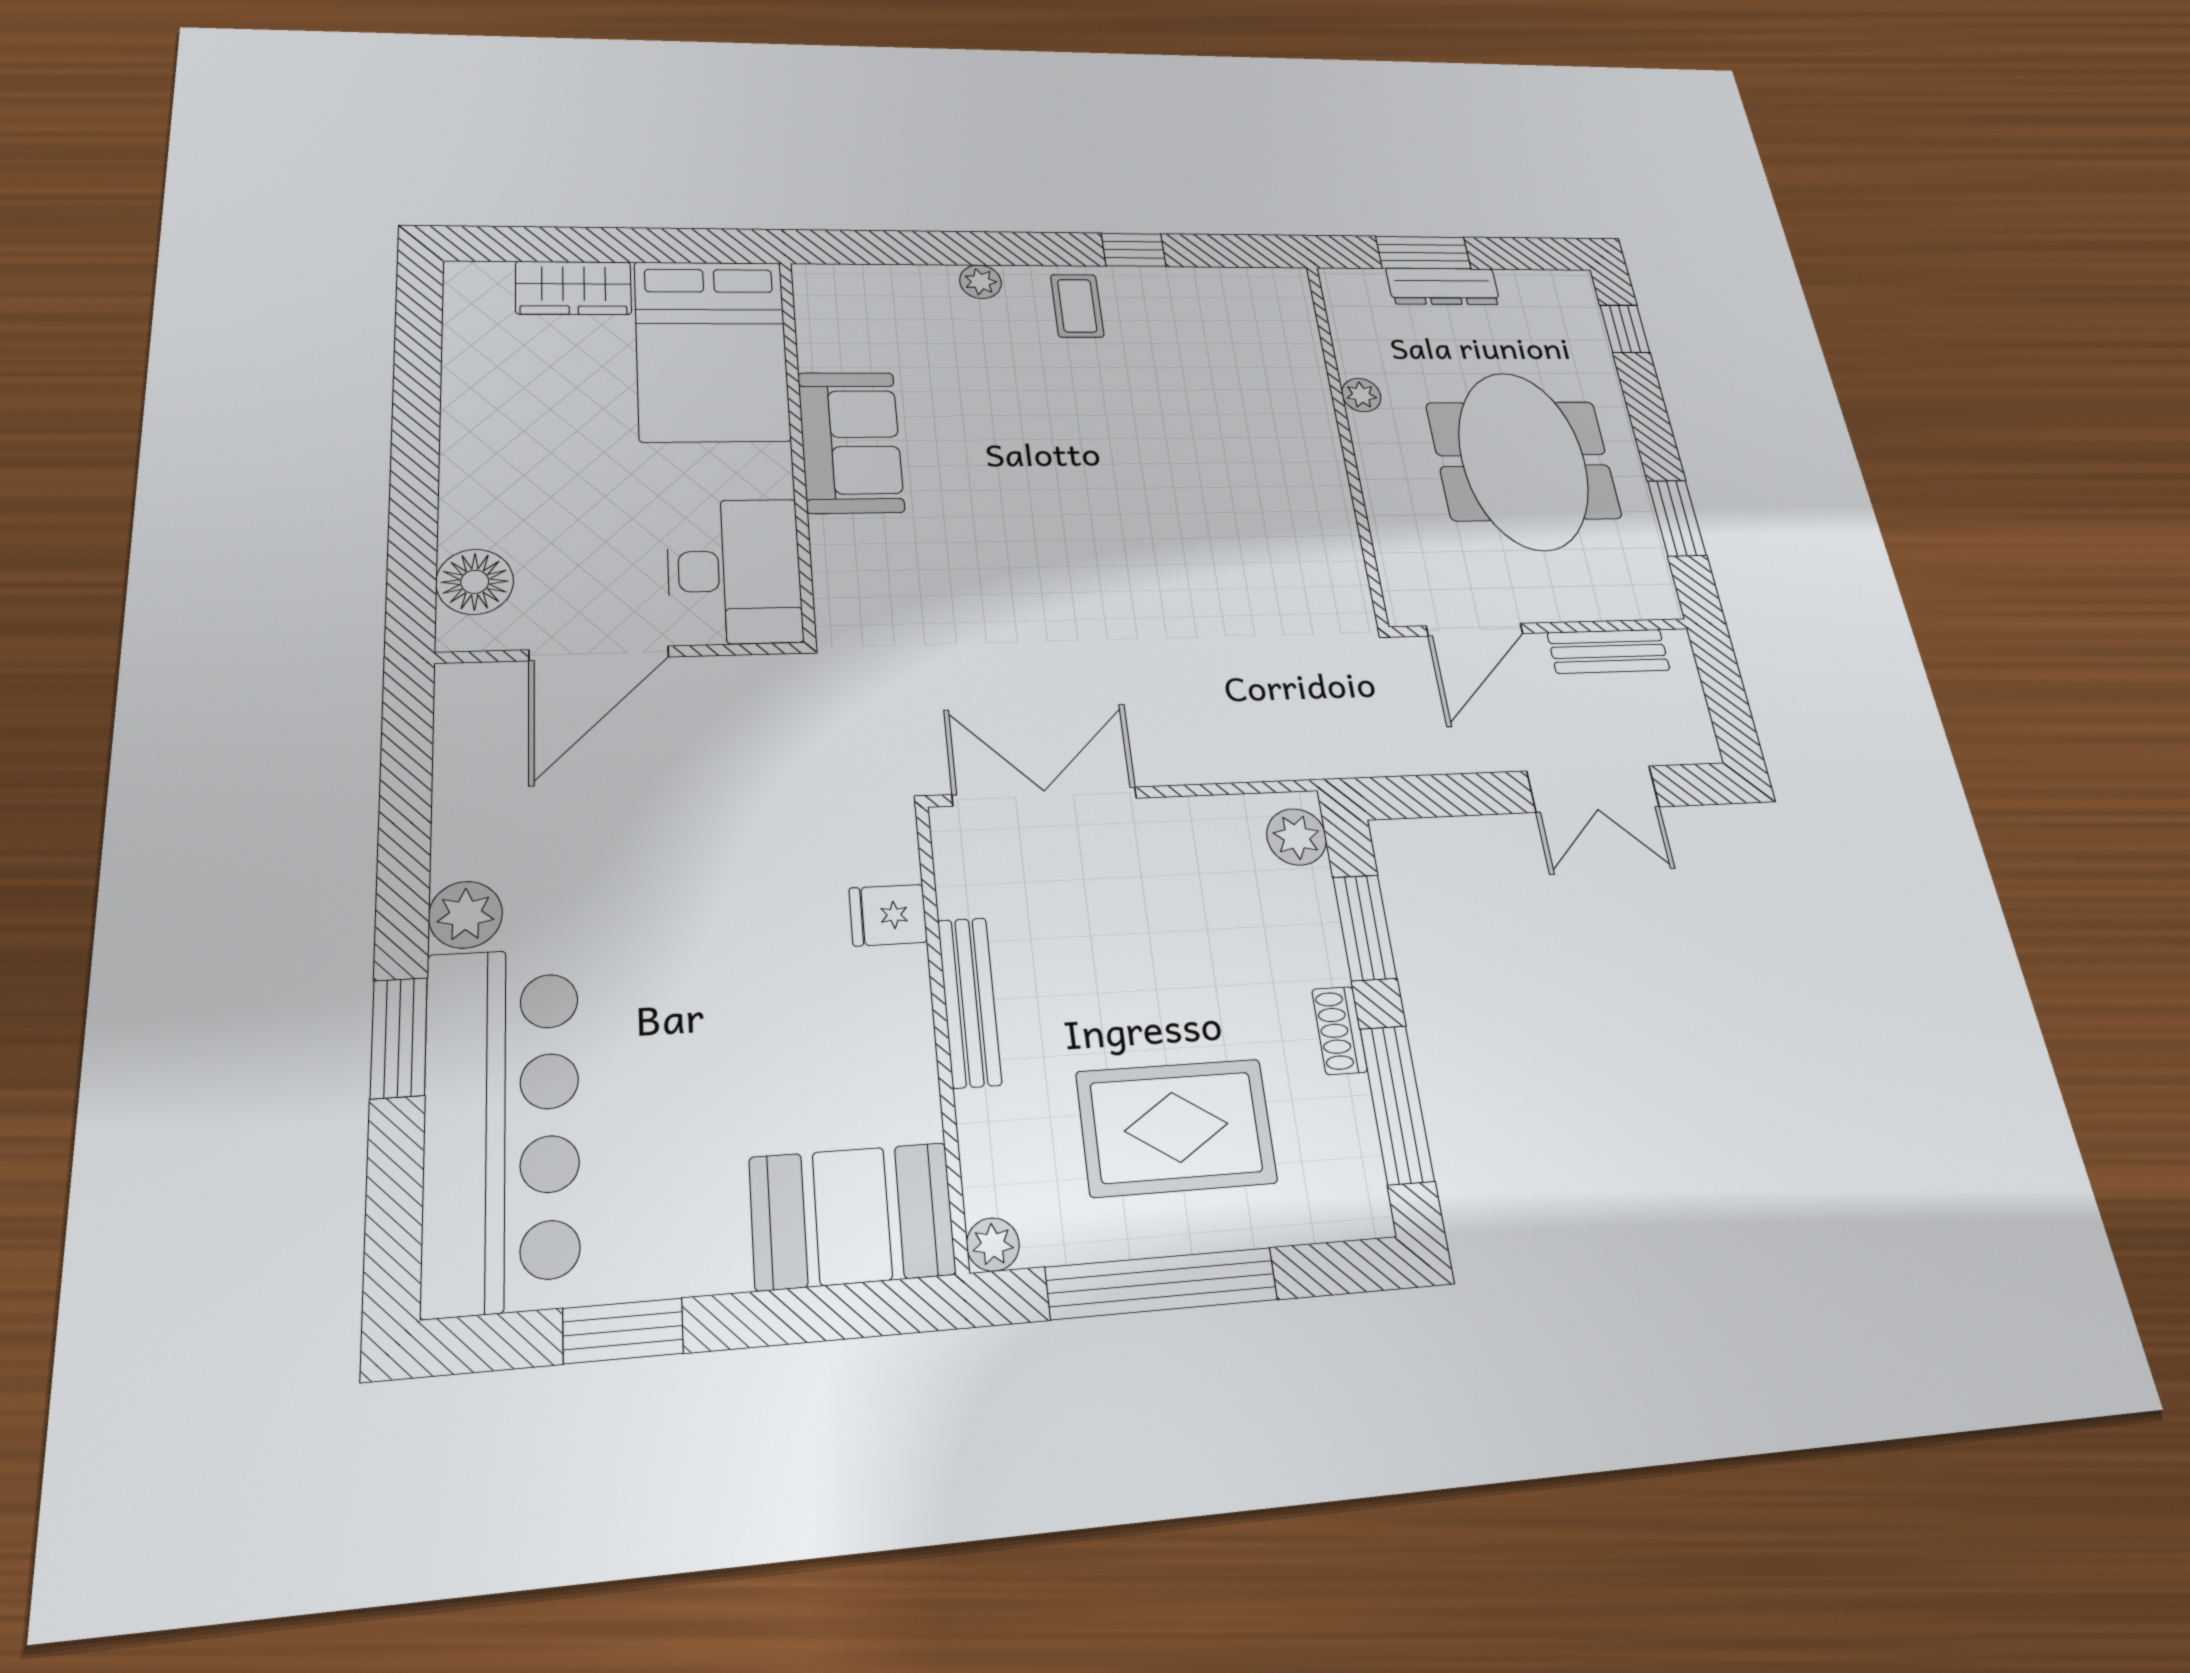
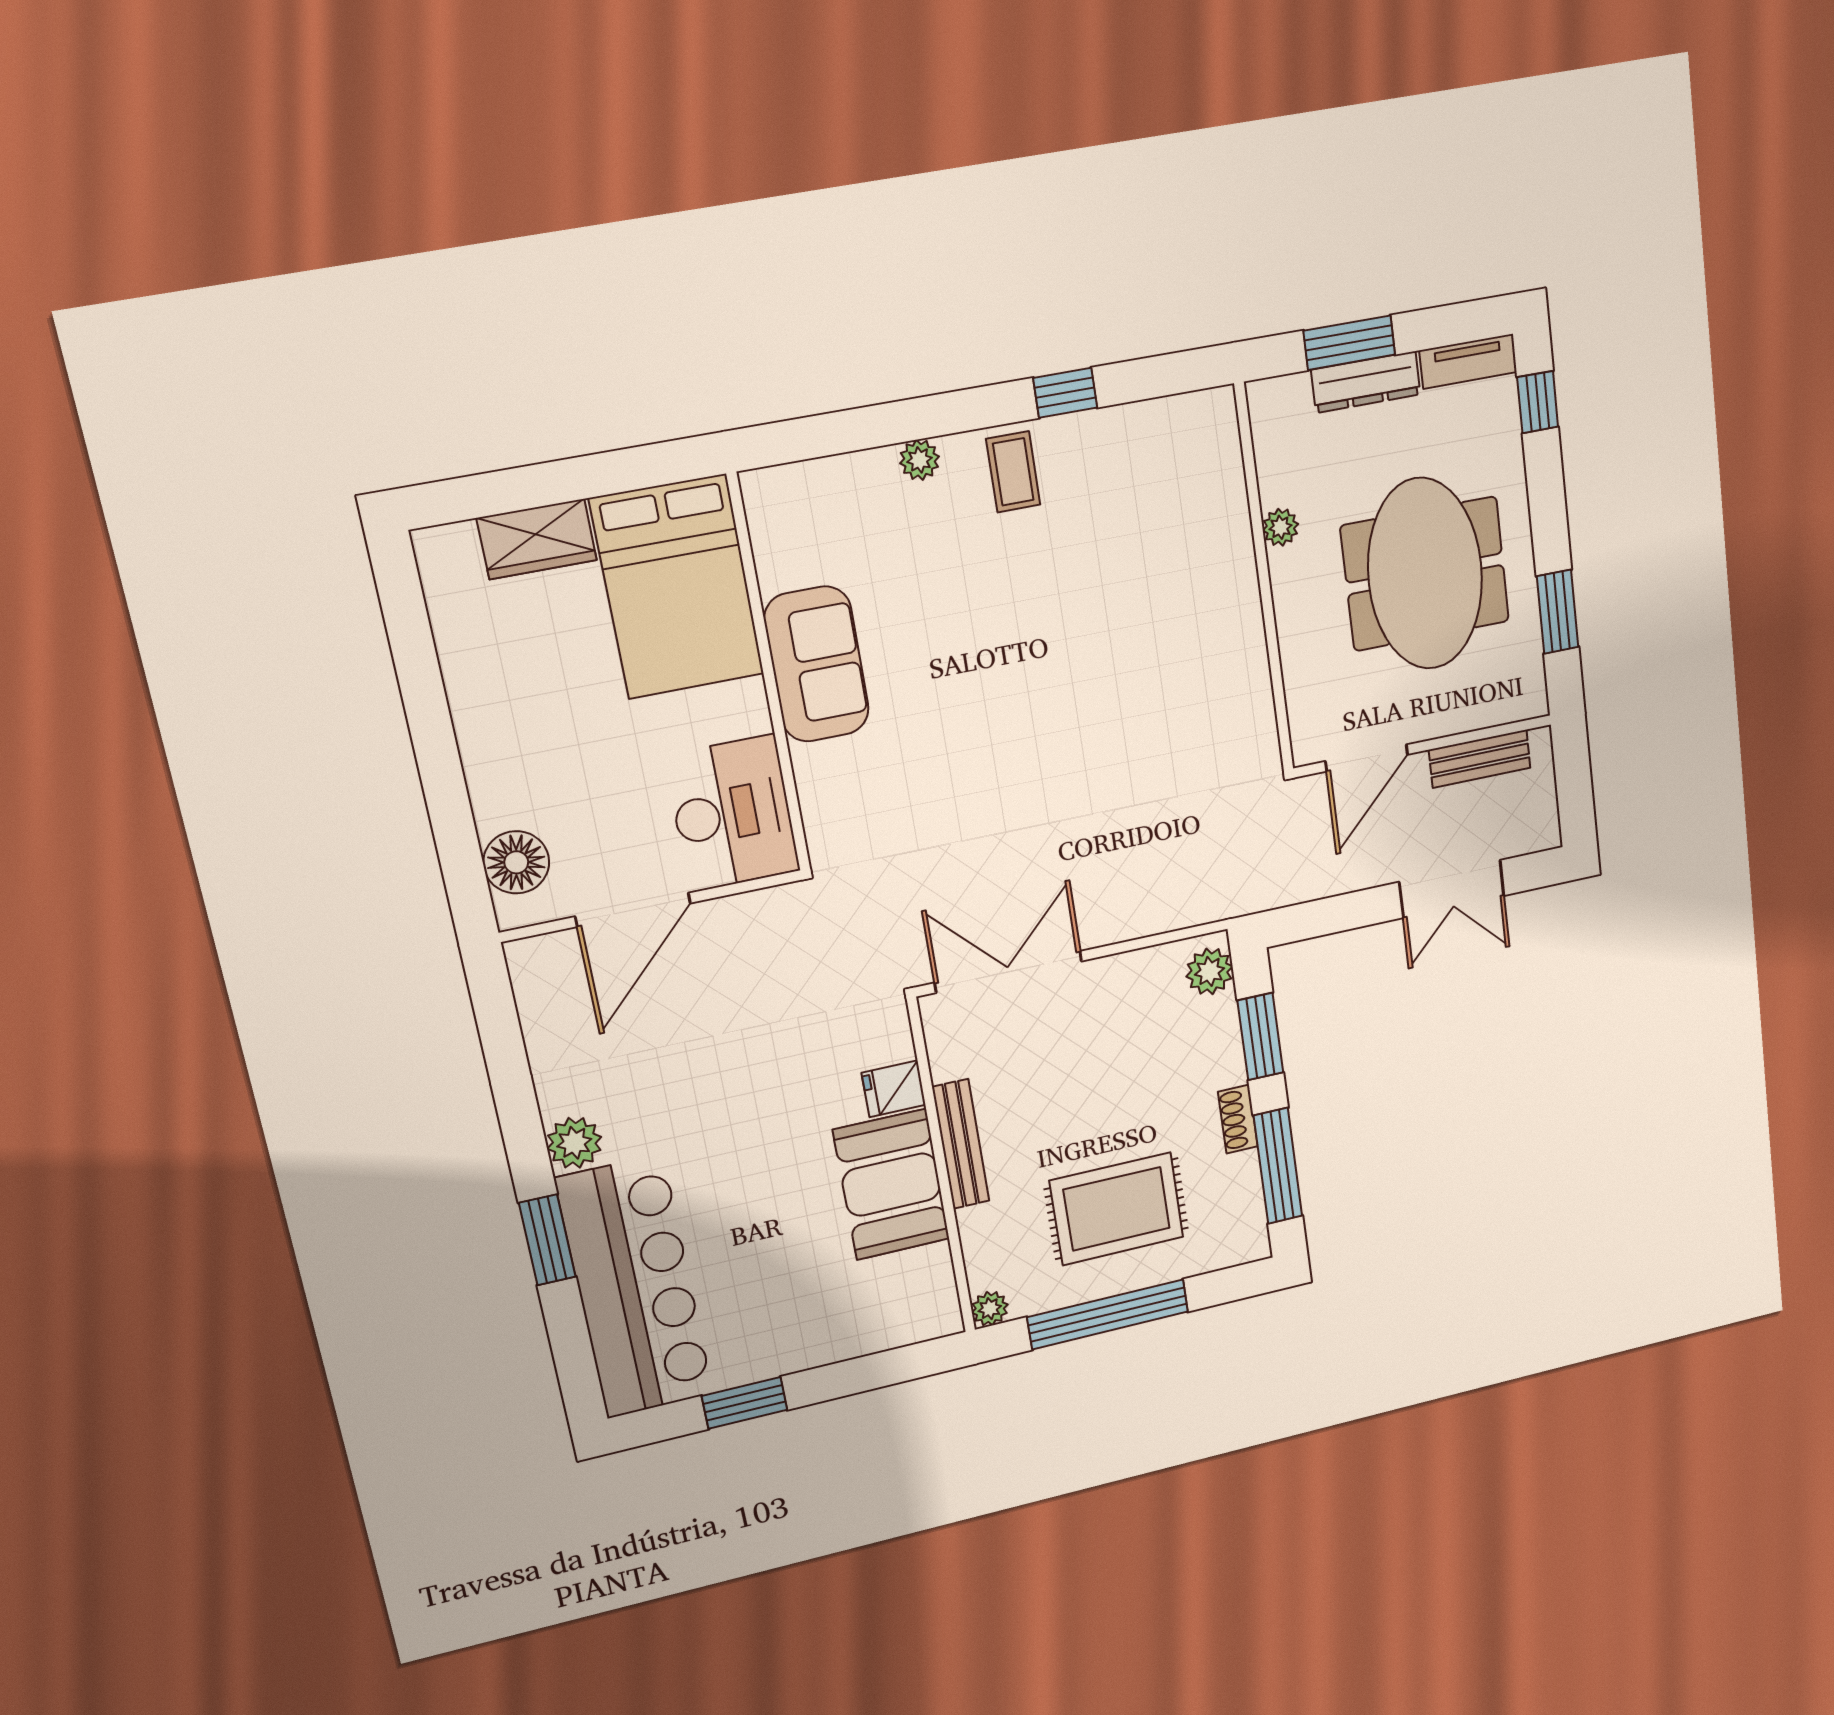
tv unit: (1547, 285) -> (1468, 361), added
booth: (852, 1216) -> (891, 1185), moved, turned 90

